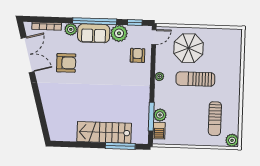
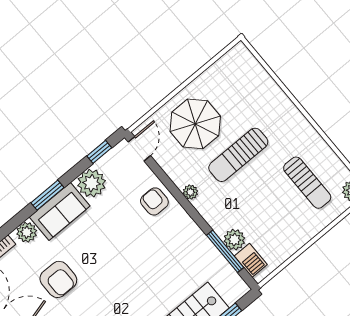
window: (95, 21) -> (47, 195), width x0.47
armchair: (138, 55) -> (154, 201), moved
armchair: (66, 63) -> (58, 279), turned 90

